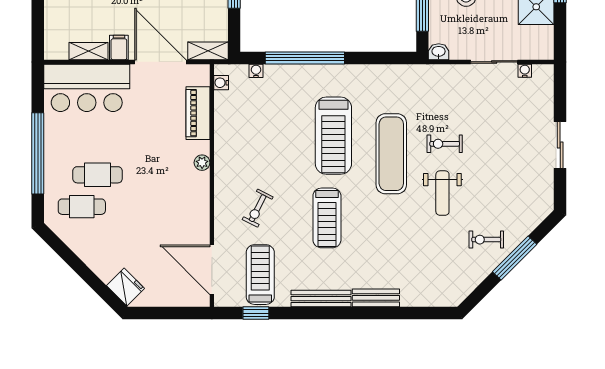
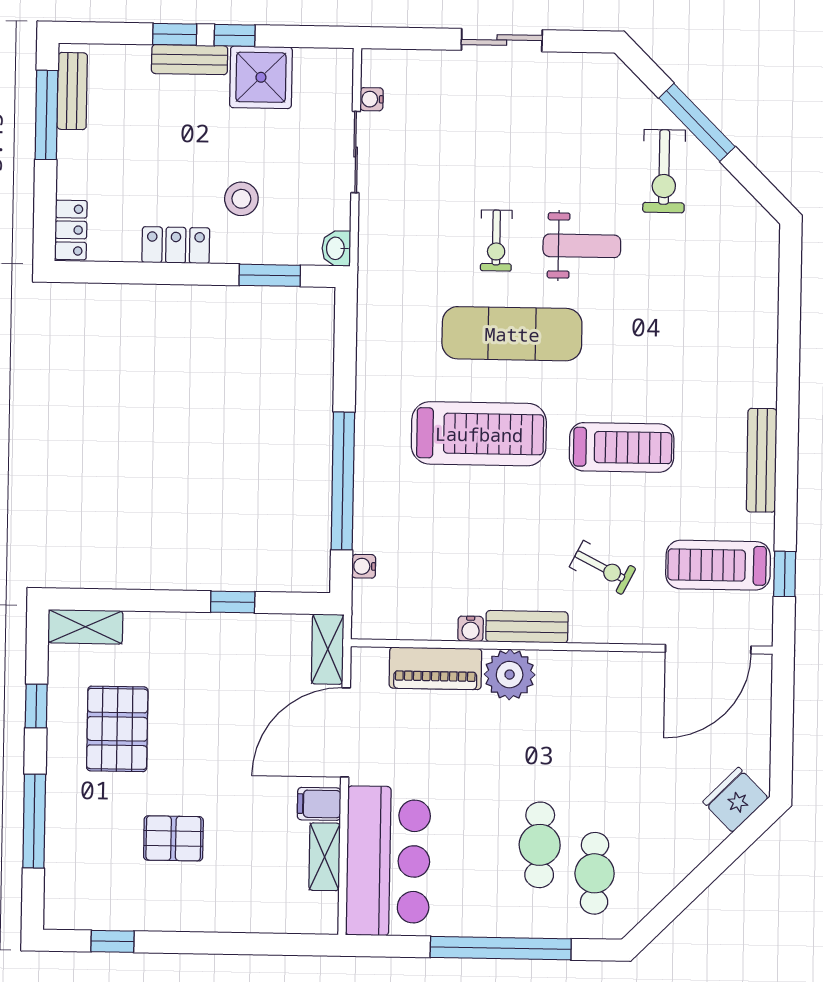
water cooler: (221, 83) -> (471, 629), moved
plant: (202, 163) -> (510, 675), width x1.87, depth x1.87
exercise bike: (486, 240) -> (664, 171), width x1.38, depth x1.39
bench: (376, 298) -> (527, 627), moved, turned 90

